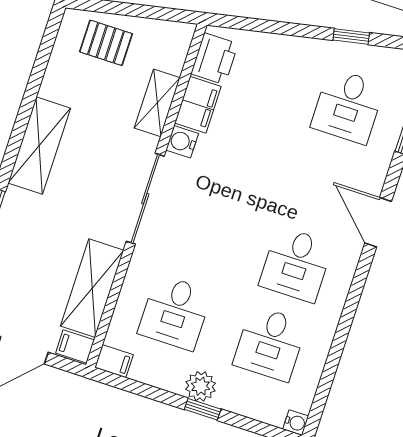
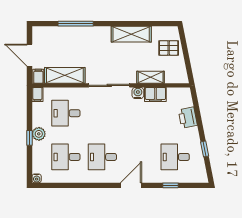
pallet: (106, 43) -> (169, 48), turned 90
printer: (215, 59) -> (188, 118), moved, turned 79
shelving: (39, 146) -> (131, 34), moved

